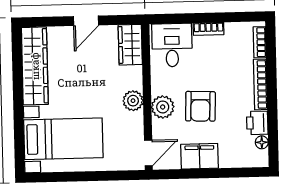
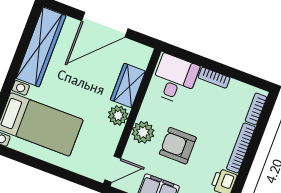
door: (86, 21) -> (105, 25), width x1.88
wardrobe: (130, 45) -> (128, 86), moved
armchair: (200, 106) -> (178, 146), turned 88

